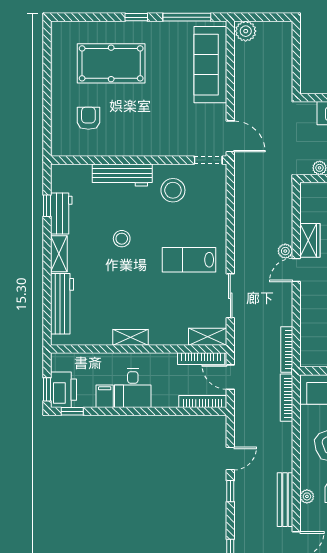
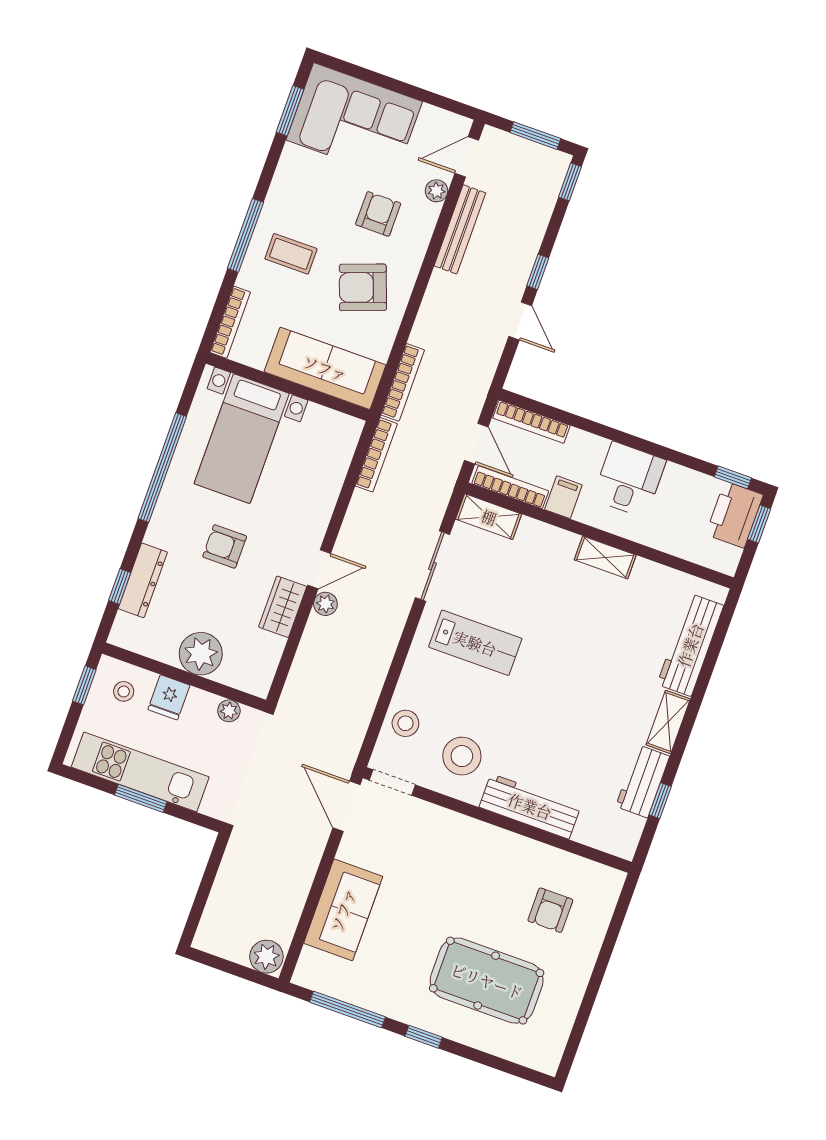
sofa: (210, 65) -> (343, 910), width x0.73
stool: (122, 239) -> (405, 723), moved
filing cabinet: (105, 396) -> (563, 497), moved, turned 180
door: (230, 458) -> (520, 321), swing flipped
plant: (307, 496) -> (437, 191), moved

